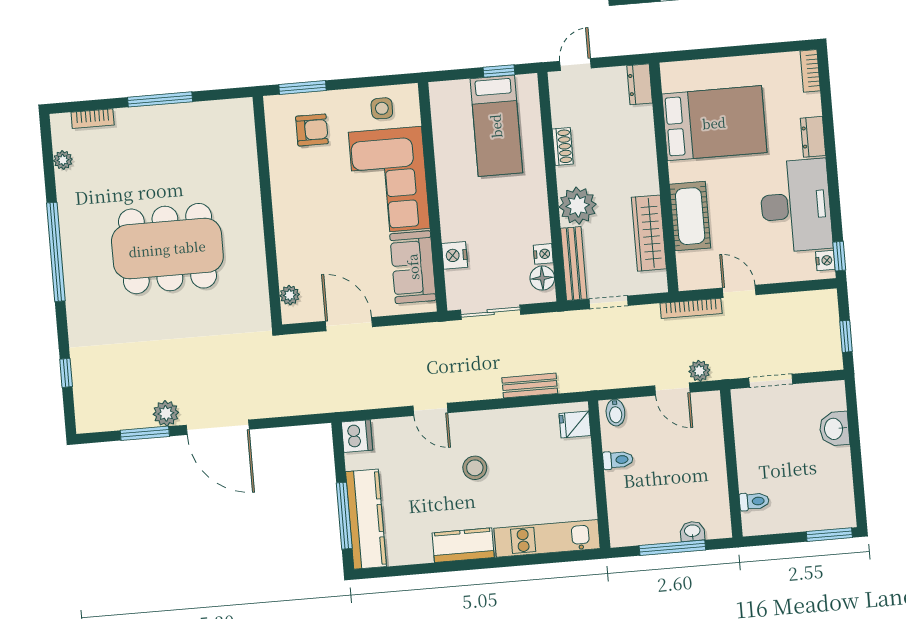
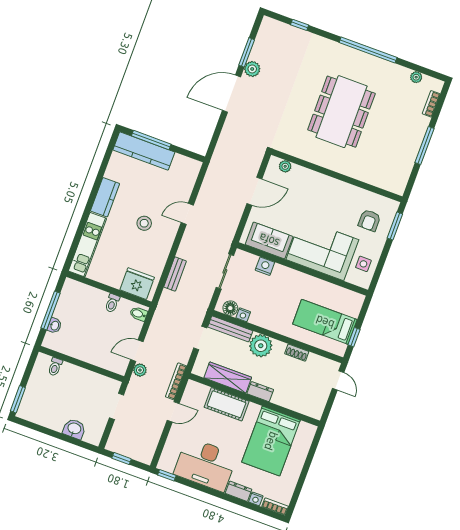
dresser: (640, 84) -> (260, 392), moved
nightstand: (825, 260) -> (256, 499), moved
fridge: (575, 425) -> (137, 284), width x1.88, depth x1.34
dishwasher: (357, 436) -> (191, 167), removed

